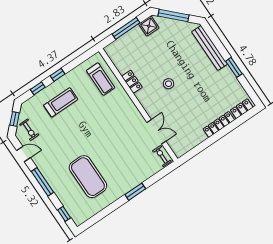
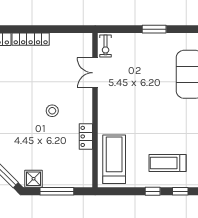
treadmill: (101, 79) -> (114, 159), width x1.37, depth x1.38

